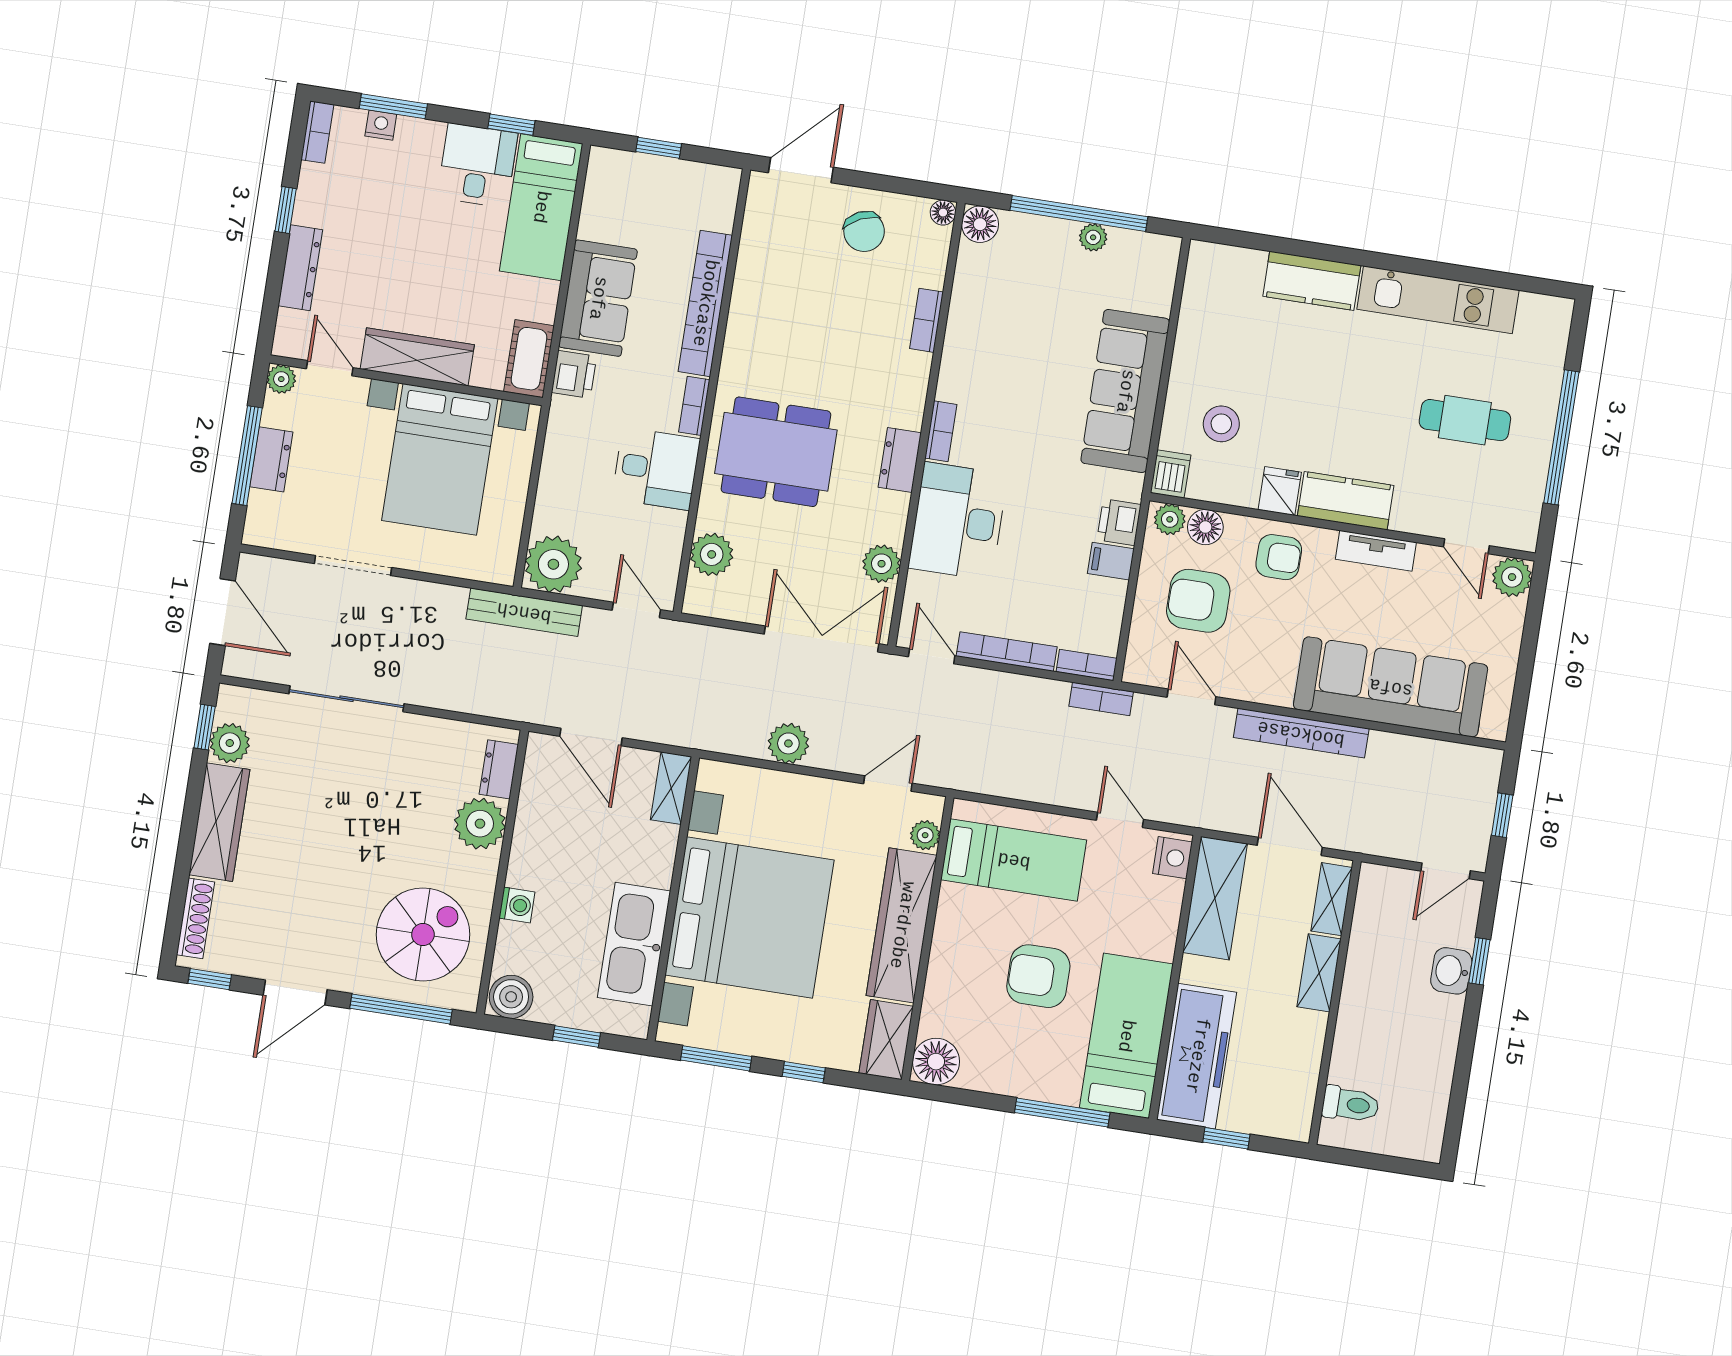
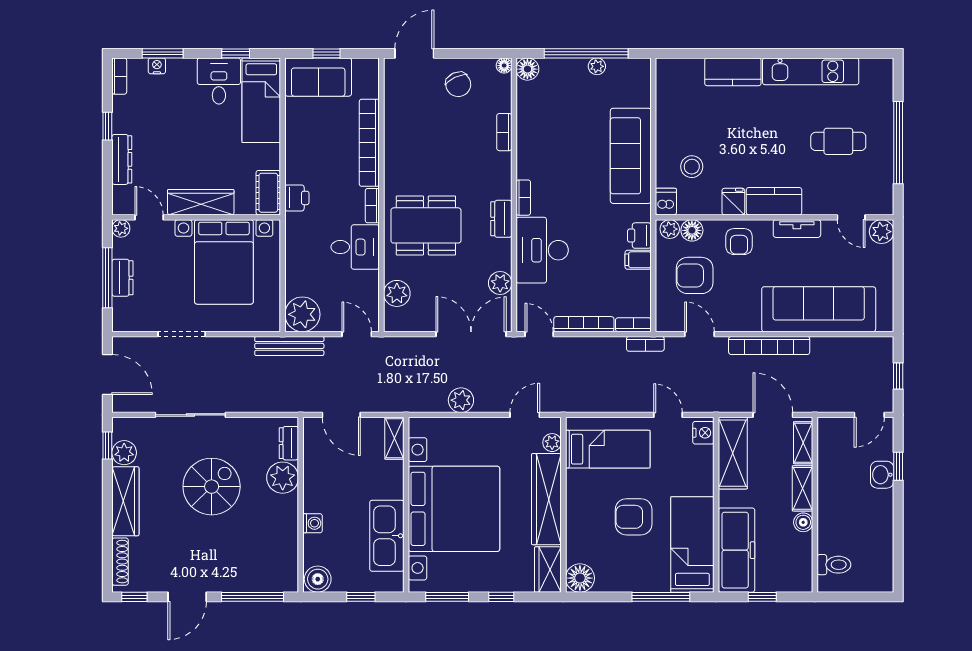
sofa: (598, 298) -> (318, 77), moved, turned 90
armchair: (1279, 557) -> (739, 242), turned 90
spiral stairs: (423, 935) -> (212, 487), moved
boiler: (1312, 1028) -> (803, 522), added

